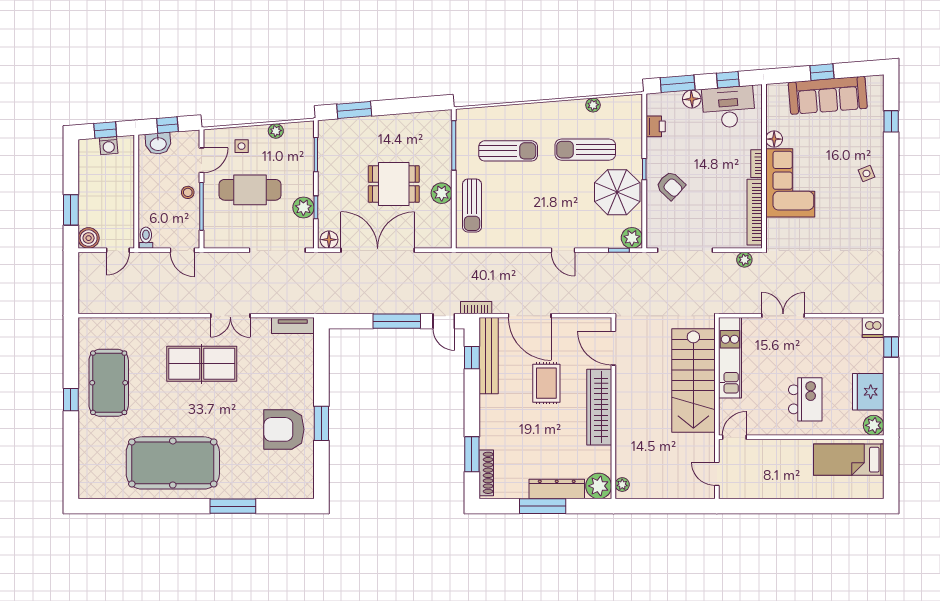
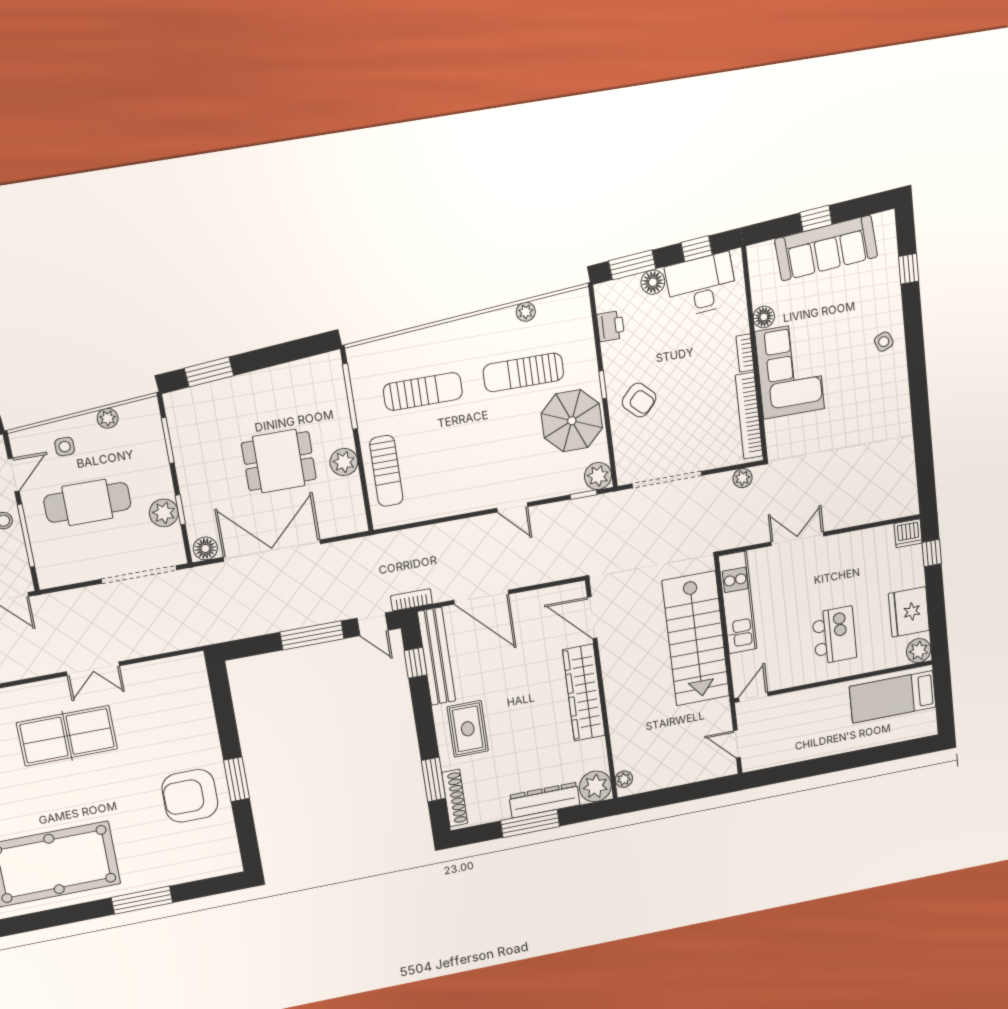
tv unit: (293, 326) -> (178, 666), removed
rug: (546, 383) -> (468, 729), moved

